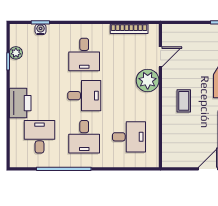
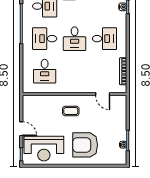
desk: (84, 55) -> (104, 39), turned 180
plant: (148, 80) -> (86, 85), removed

